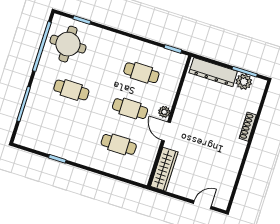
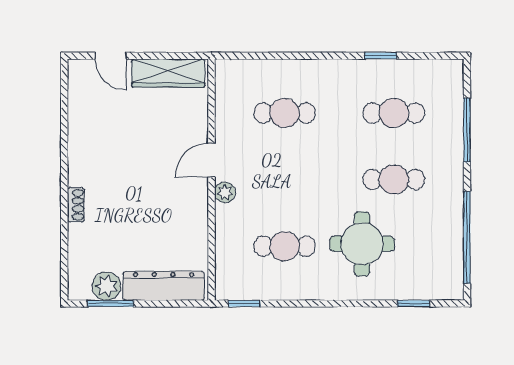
round table: (68, 44) -> (362, 244), moved
cafe table: (130, 109) -> (394, 113), moved
shoe rack: (248, 127) -> (76, 205), width x0.70
door: (166, 131) -> (211, 160), swing flipped
wardrobe: (164, 169) -> (168, 73), moved, turned -90
door: (202, 205) -> (111, 56), hinge flipped

